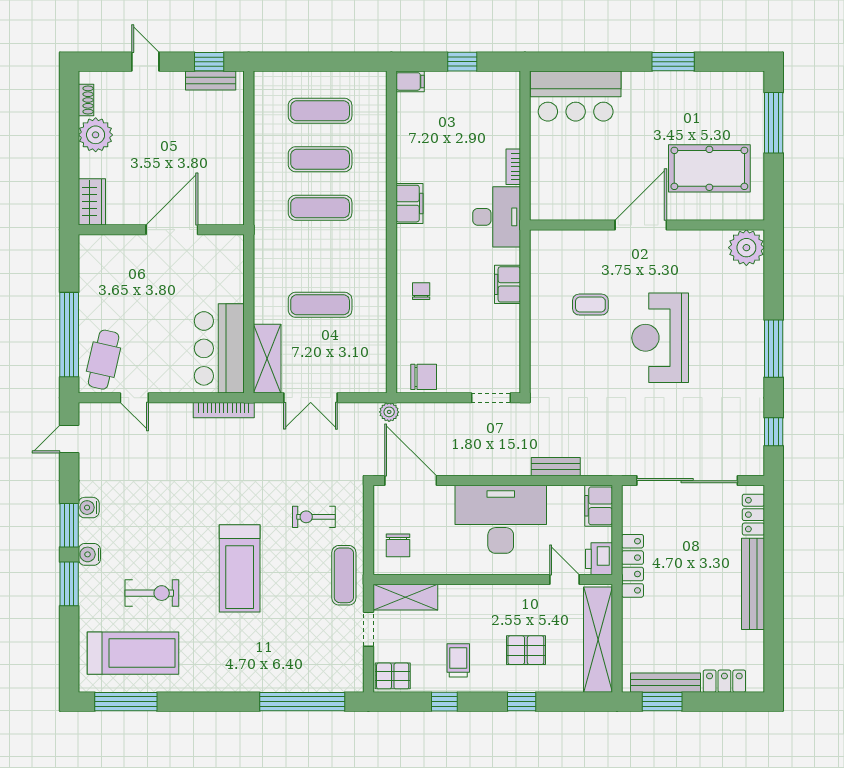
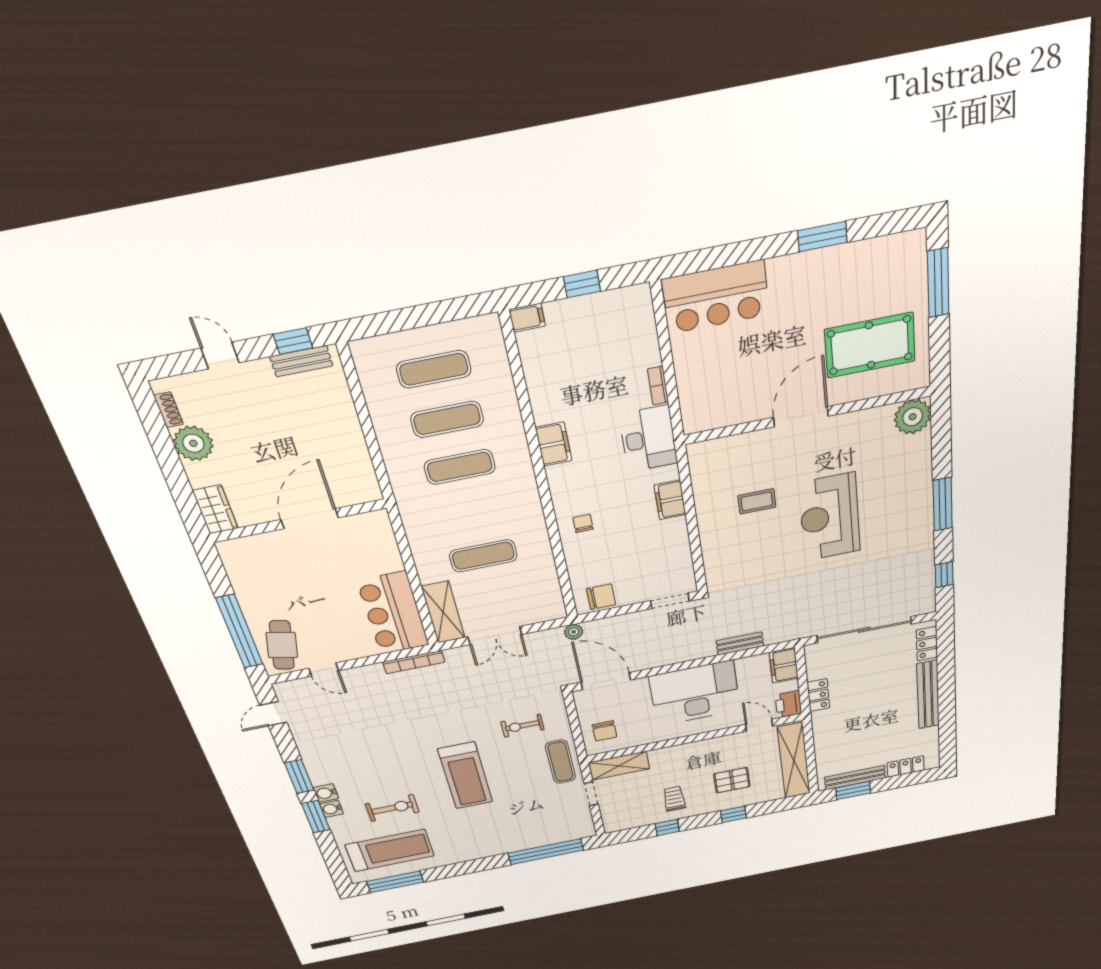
water cooler: (89, 508) -> (332, 809), moved
locker: (632, 566) -> (818, 695), width x0.66
pallet: (393, 676) -> (620, 820), removed

